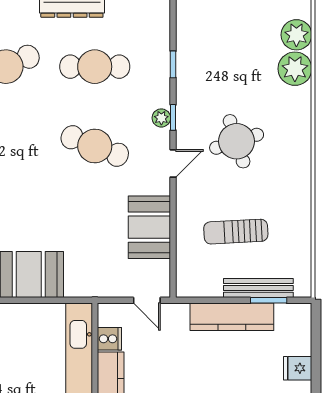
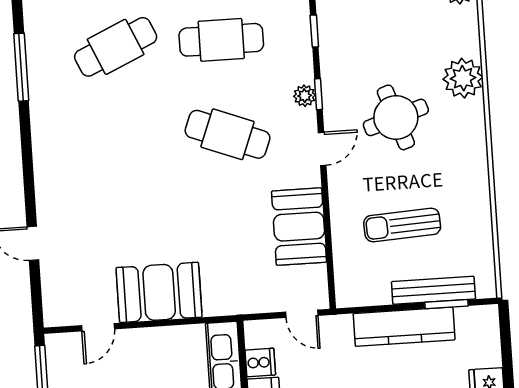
plant: (295, 69) -> (463, 78), moved

